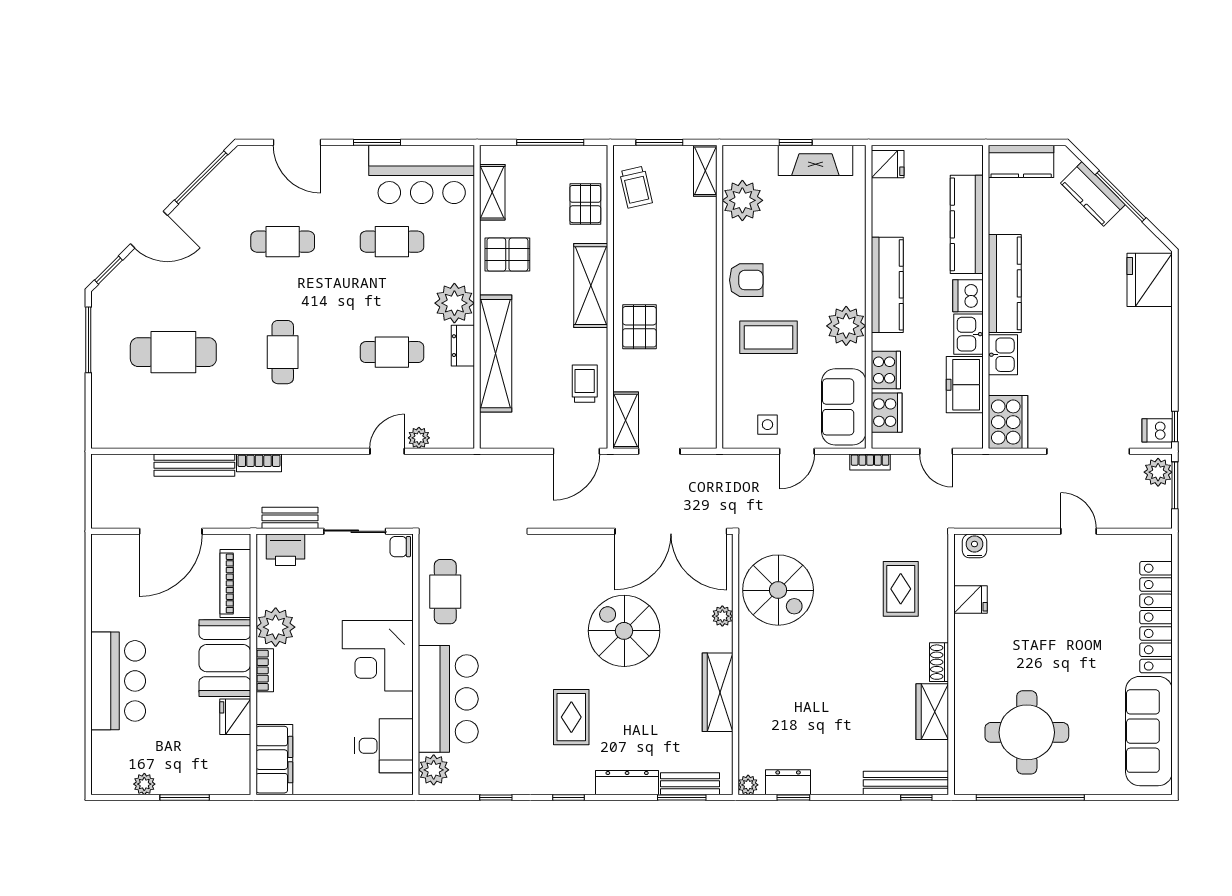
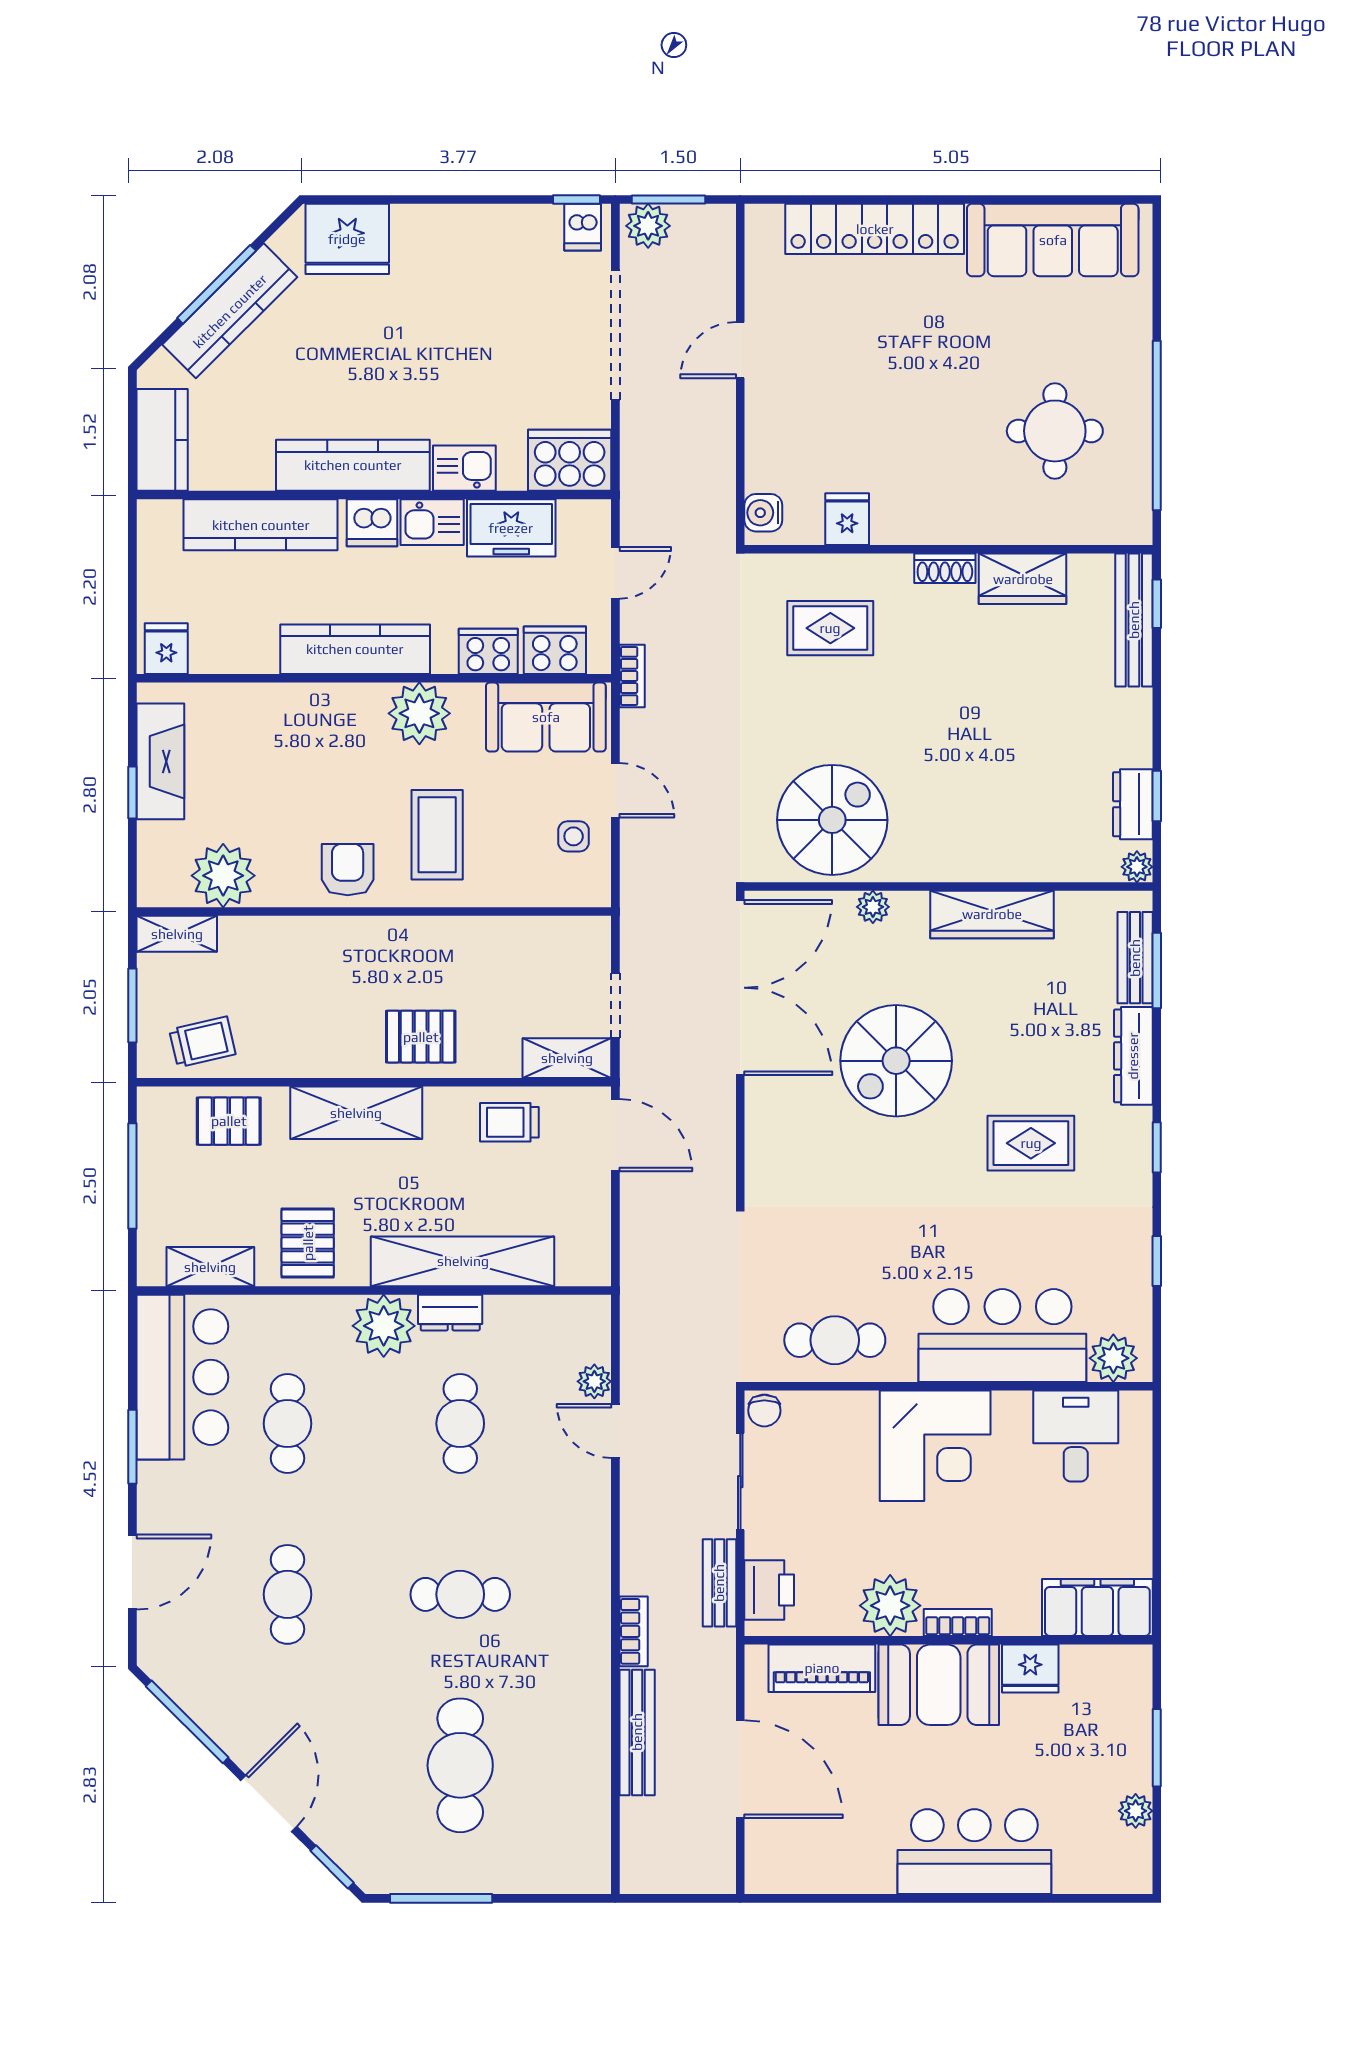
kitchen counter: (1093, 194) -> (230, 311), width x1.50
round table: (1027, 732) -> (1055, 431), width x0.73, depth x0.73

